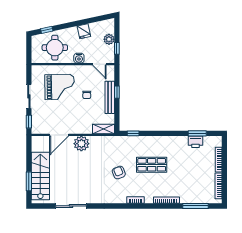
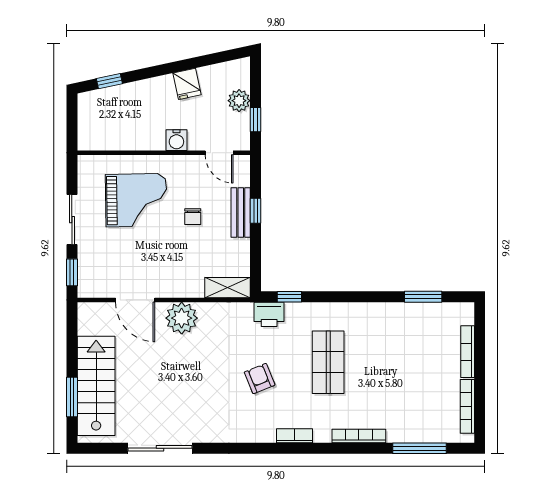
round table: (55, 48) -> (126, 118), removed
bench: (110, 97) -> (241, 213), width x0.73
door: (59, 135) -> (135, 300), hinge flipped
printer: (195, 142) -> (269, 314), moved
shop shelf: (152, 165) -> (328, 362), turned 90

